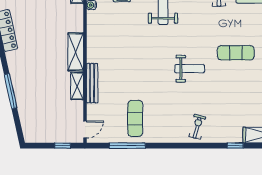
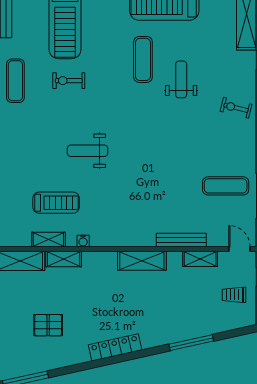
weight bench: (190, 69) -> (181, 79), moved
shelving: (77, 86) -> (200, 259), moved
trolley: (48, 125) -> (234, 295), added

